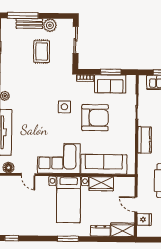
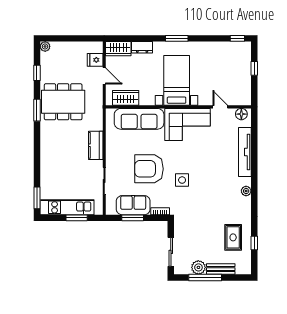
window: (23, 16) -> (205, 278), moved
rug: (42, 52) -> (233, 237), moved
wardrobe: (101, 184) -> (126, 98), moved

